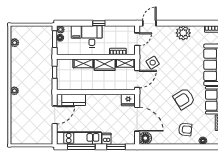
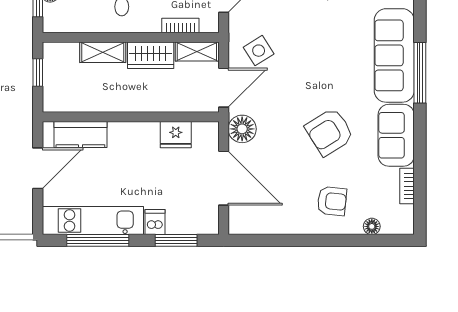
fridge: (128, 100) -> (176, 135), moved
floor lamp: (145, 138) -> (242, 129), moved

